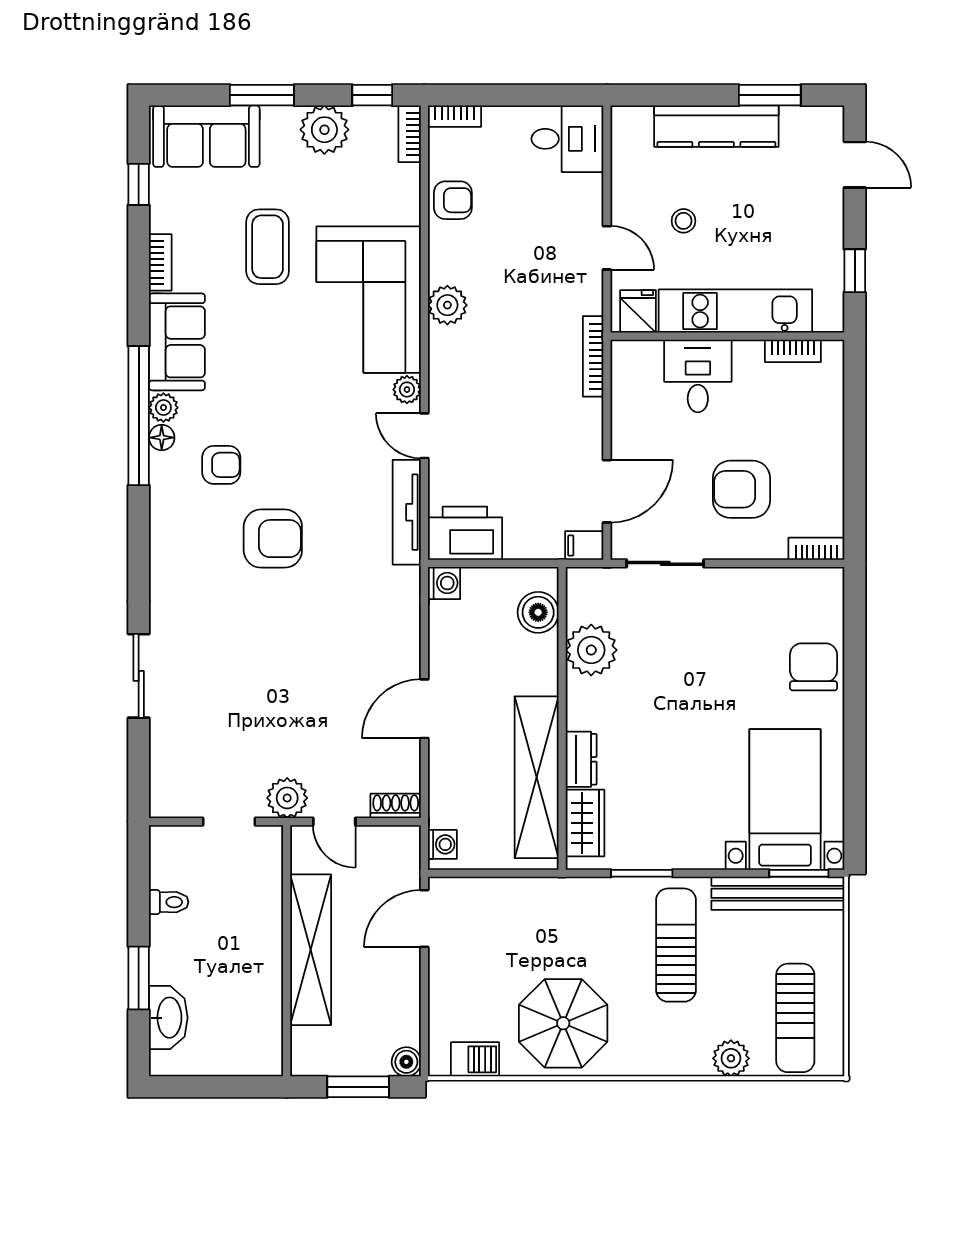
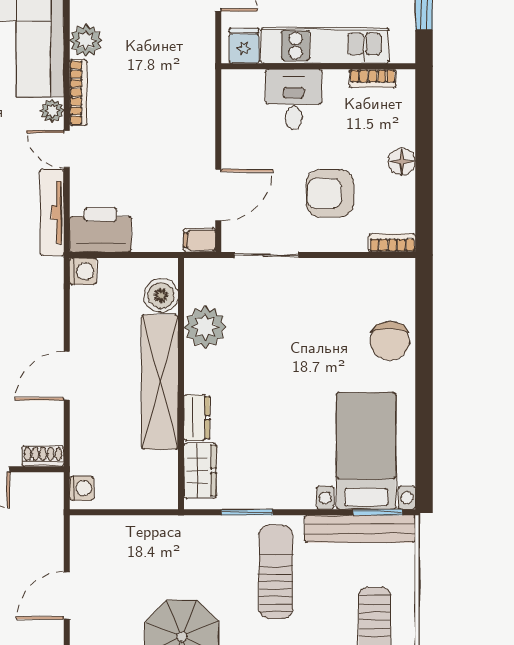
bookcase: (593, 356) -> (78, 92), moved, turned 180
floor lamp: (828, 451) -> (402, 162), added
chair: (814, 667) -> (390, 341), turned 180
shelving: (537, 777) -> (160, 382), moved
door: (424, 919) -> (67, 596), moved

